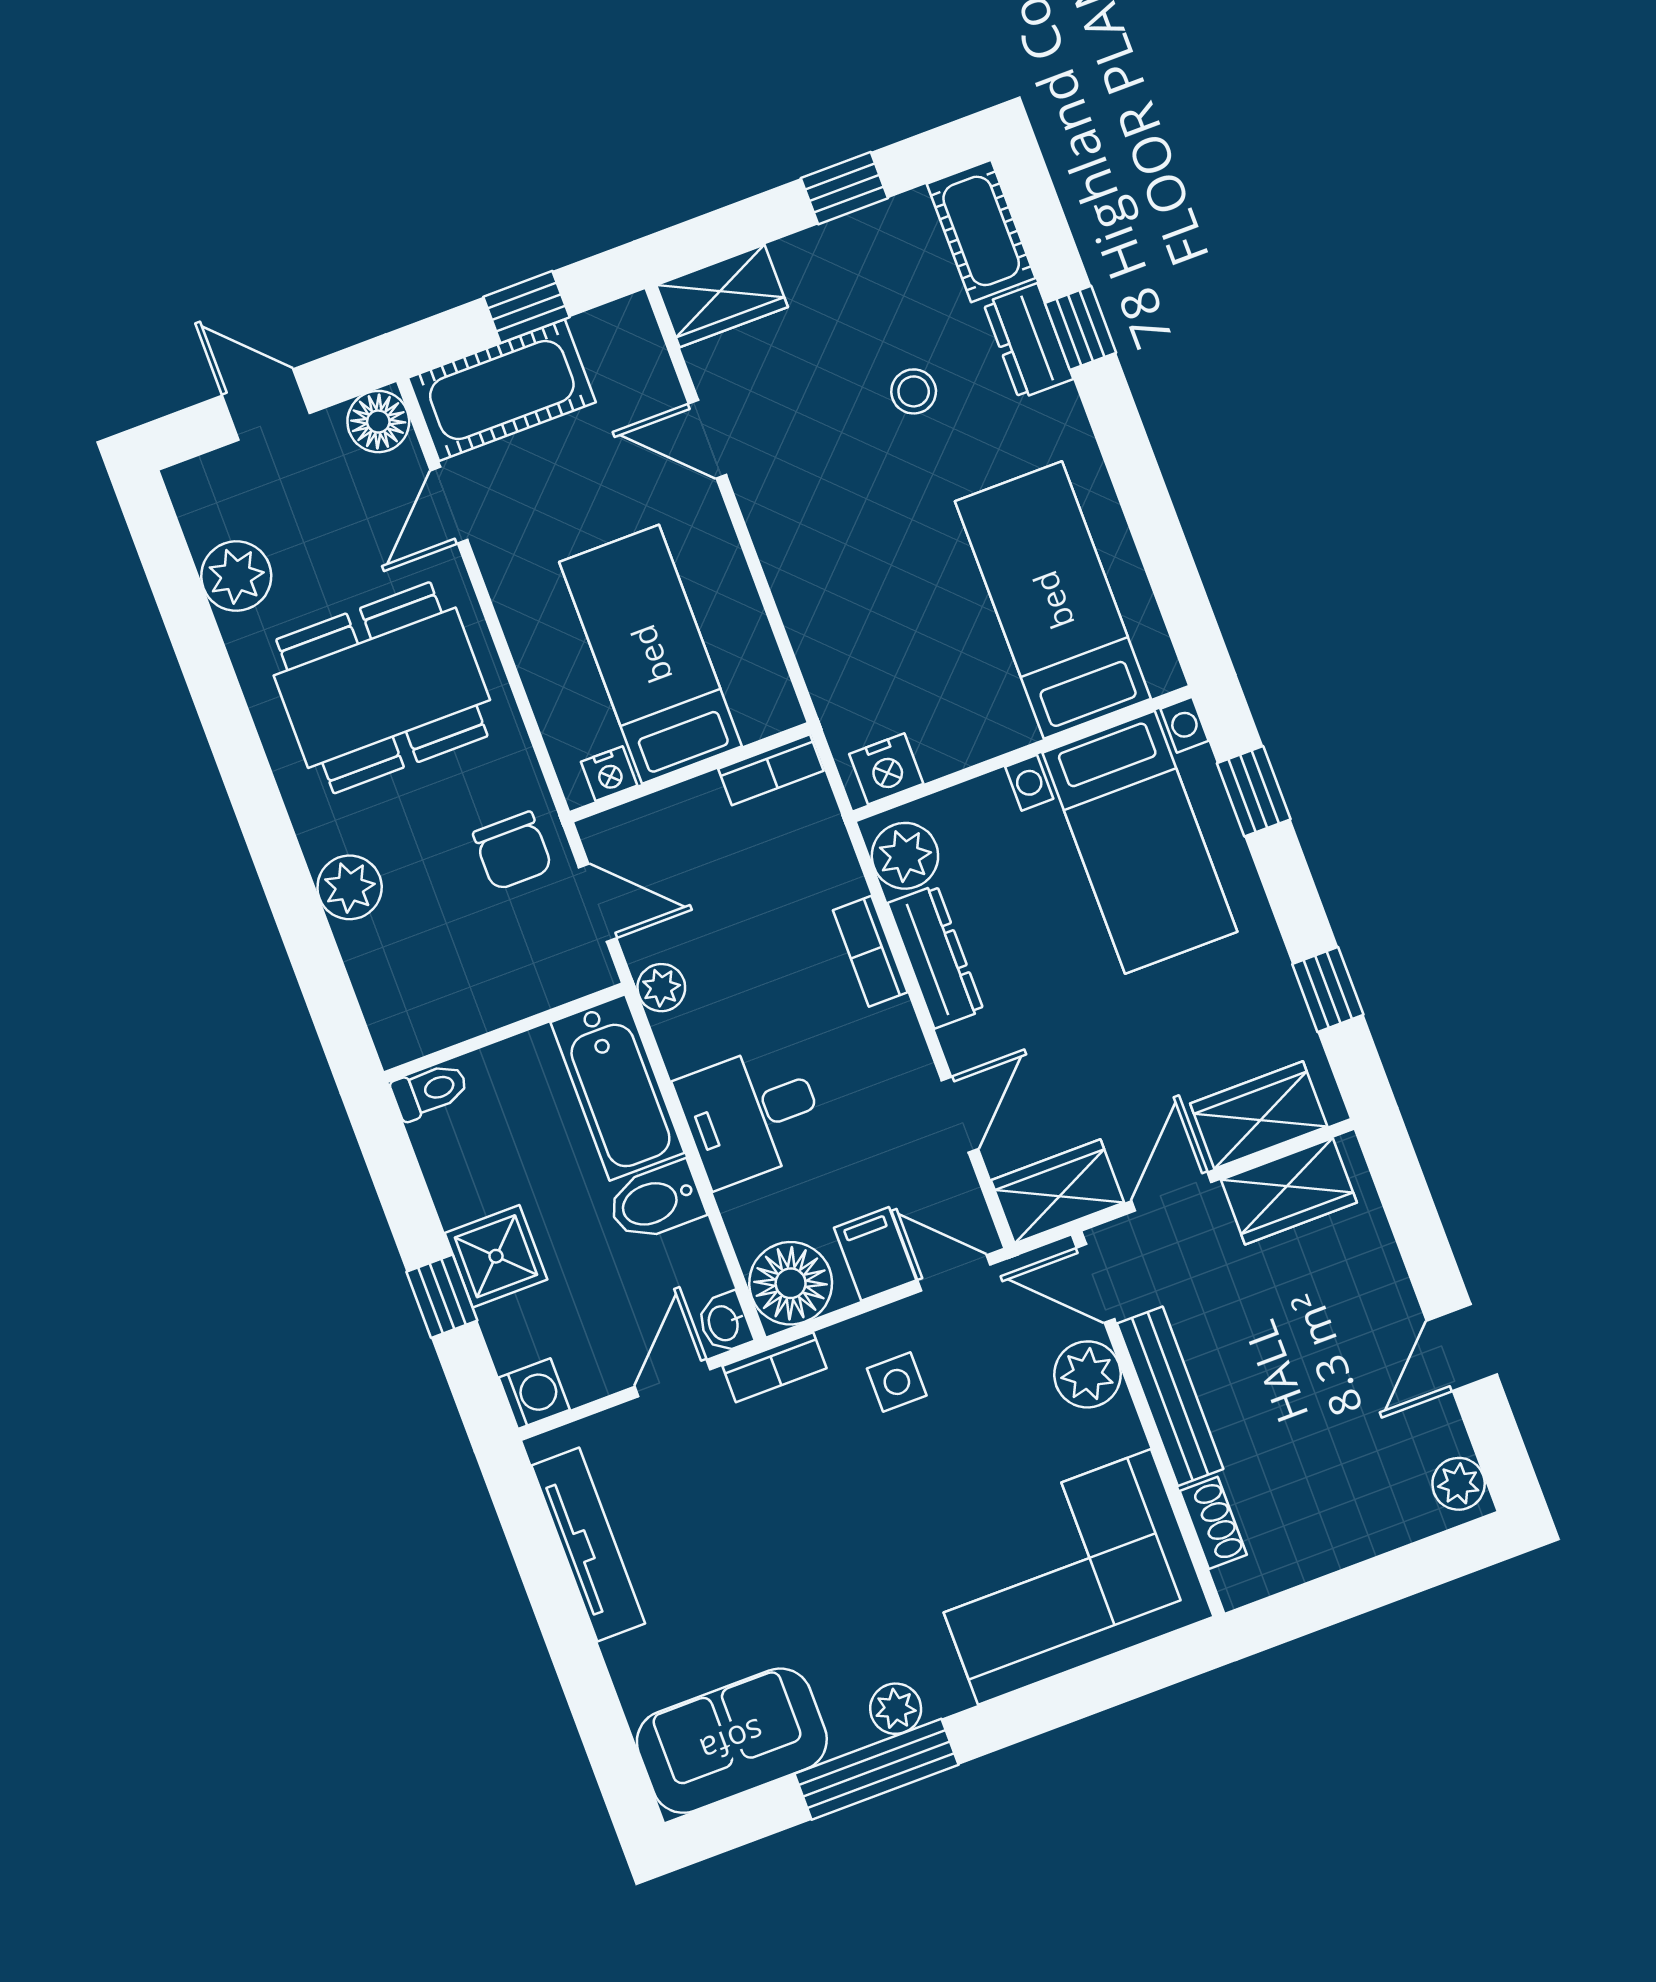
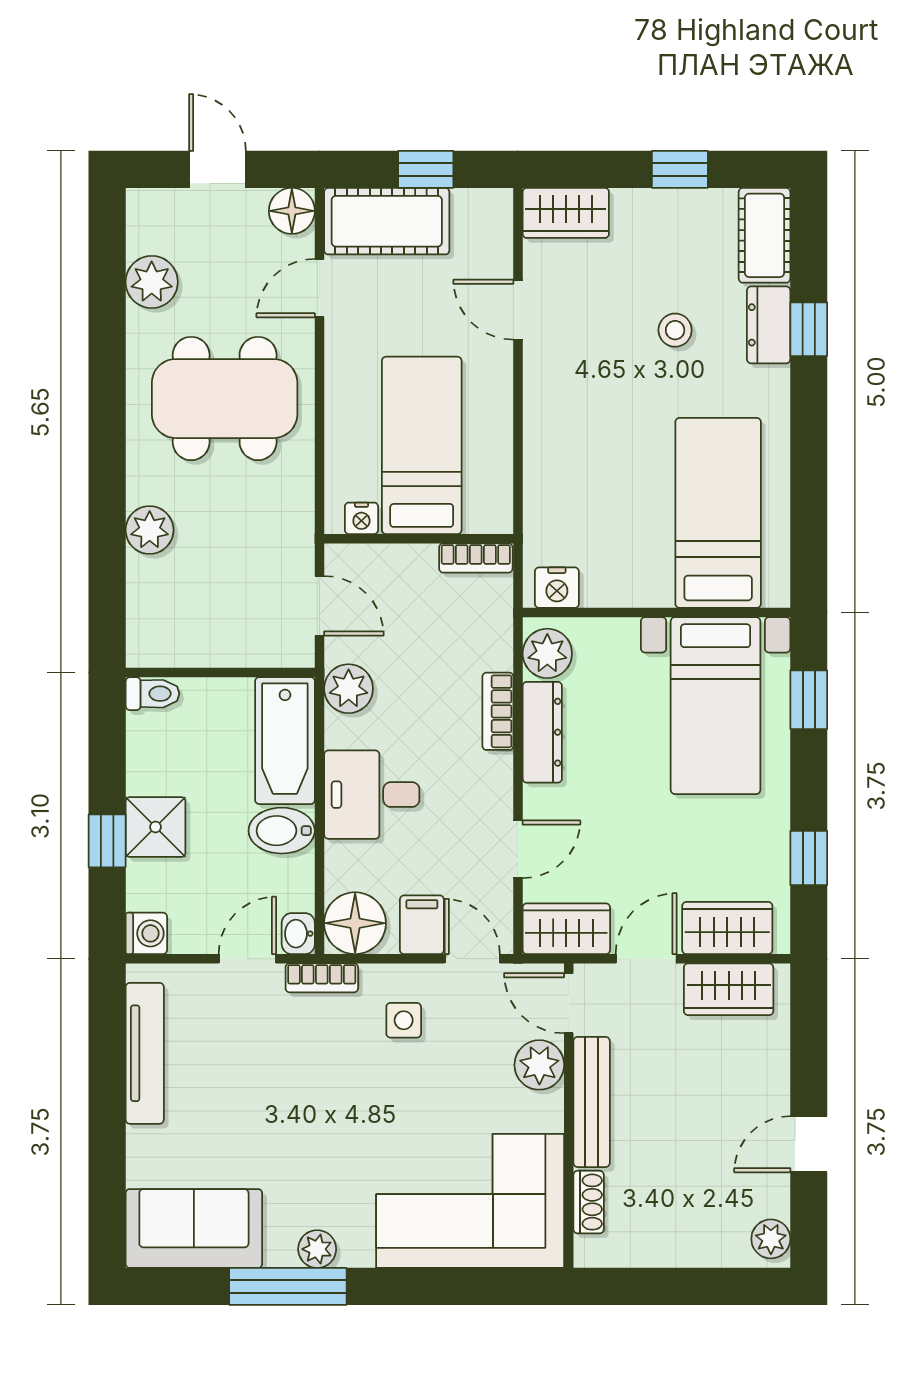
chair: (513, 851) -> (273, 547), removed
plant: (661, 988) -> (349, 689), width x1.38, depth x1.38

